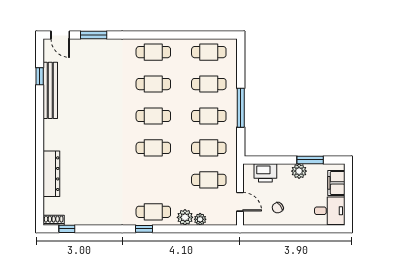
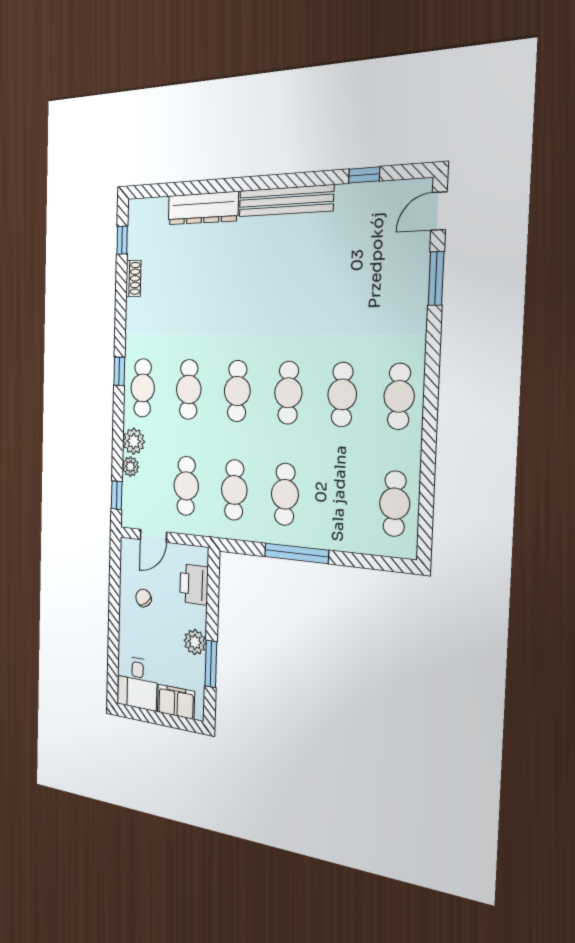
cafe table: (209, 84) -> (189, 389), moved
bench: (50, 90) -> (286, 201), moved
shoe rack: (54, 220) -> (133, 278), moved
window: (218, 229) -> (117, 495), added

